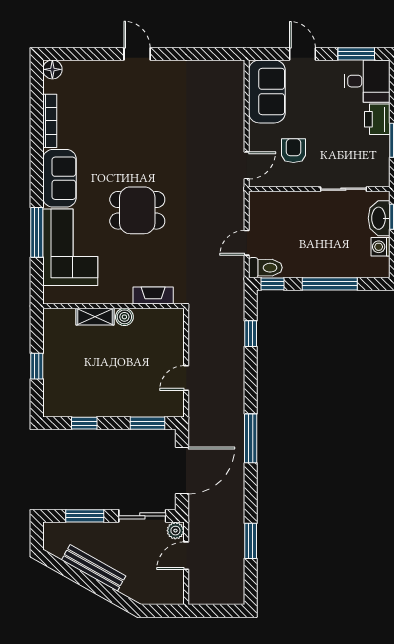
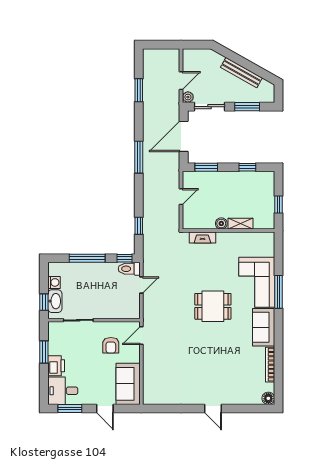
fireplace: (153, 295) -> (202, 237), moved
wall: (113, 306) -> (228, 231), moved
shelving: (95, 317) -> (240, 224), moved
boiler: (124, 317) -> (221, 223), moved

